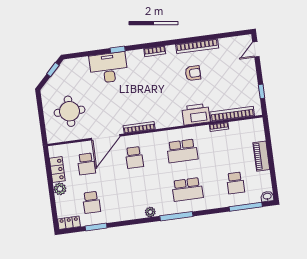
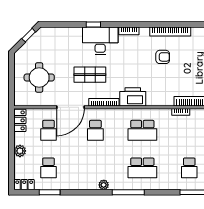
desk: (108, 68) -> (100, 41), moved
shop shelf: (121, 101) -> (90, 75), added
printer: (196, 114) -> (133, 97), moved
locker: (57, 169) -> (20, 120), moved

